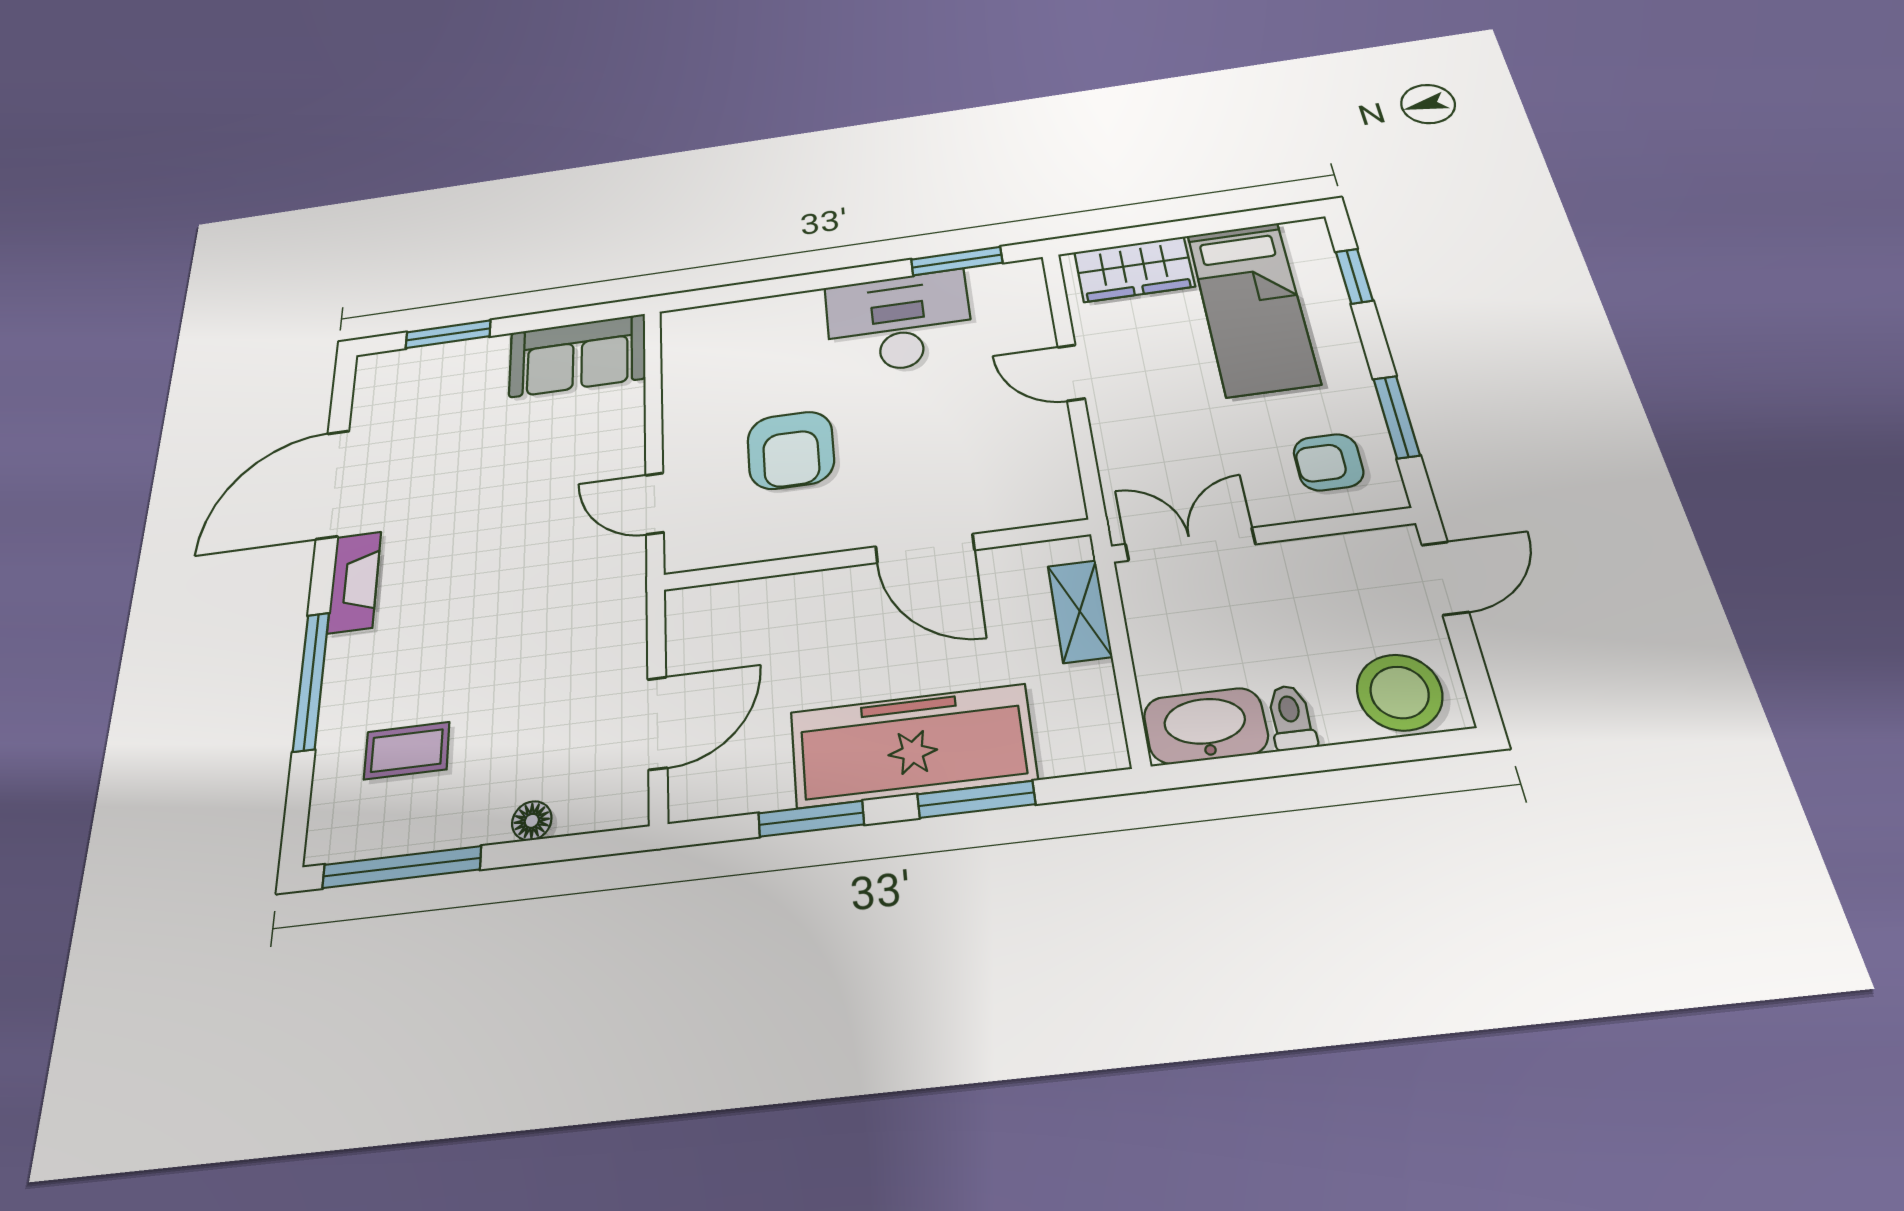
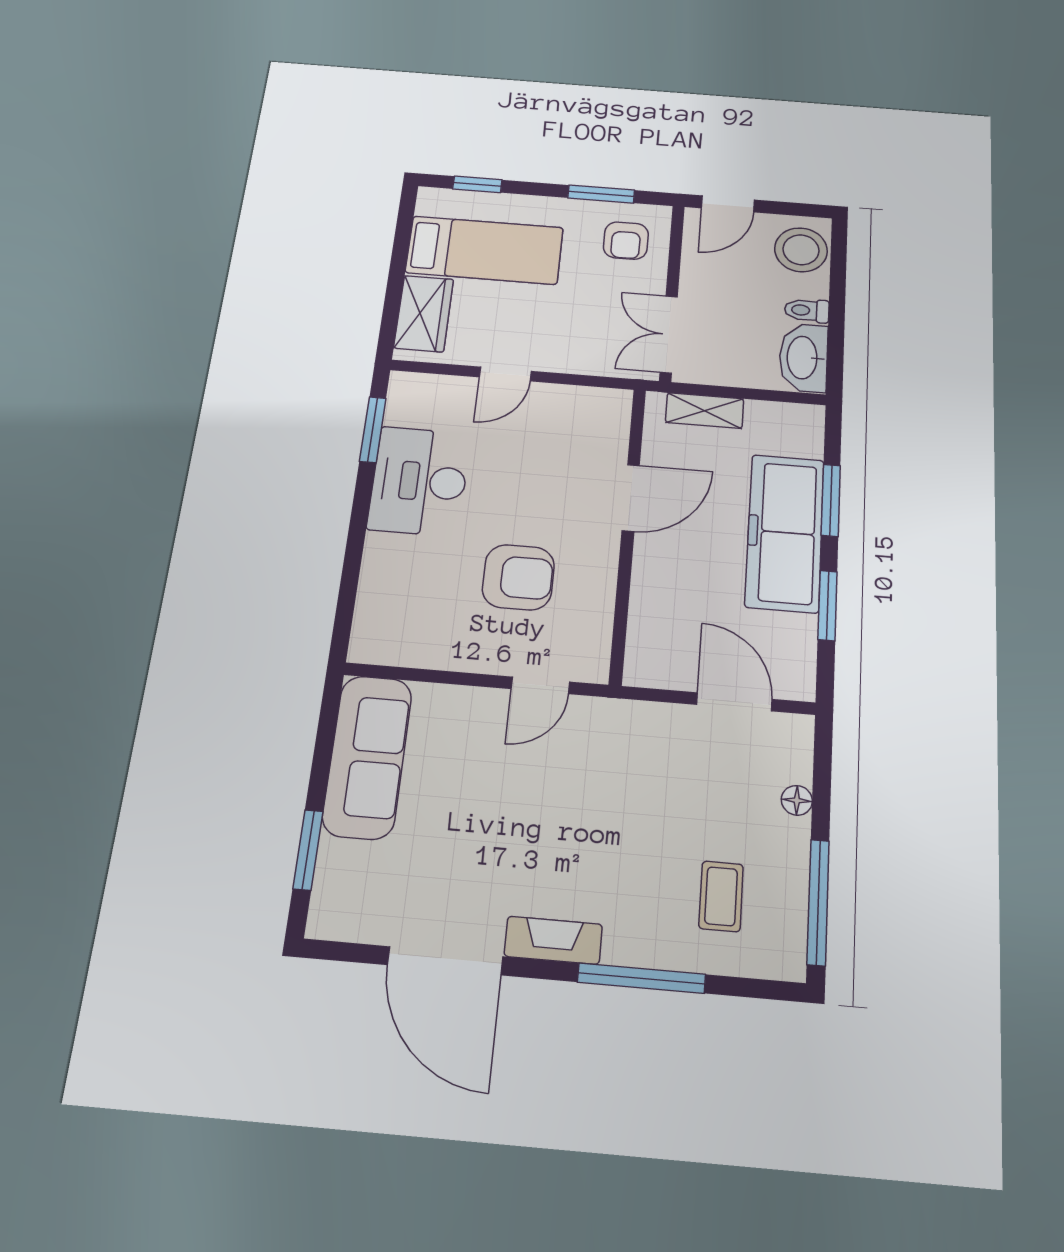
sofa: (578, 355) -> (367, 757), width x1.36
door: (1445, 578) -> (728, 204), swing flipped

